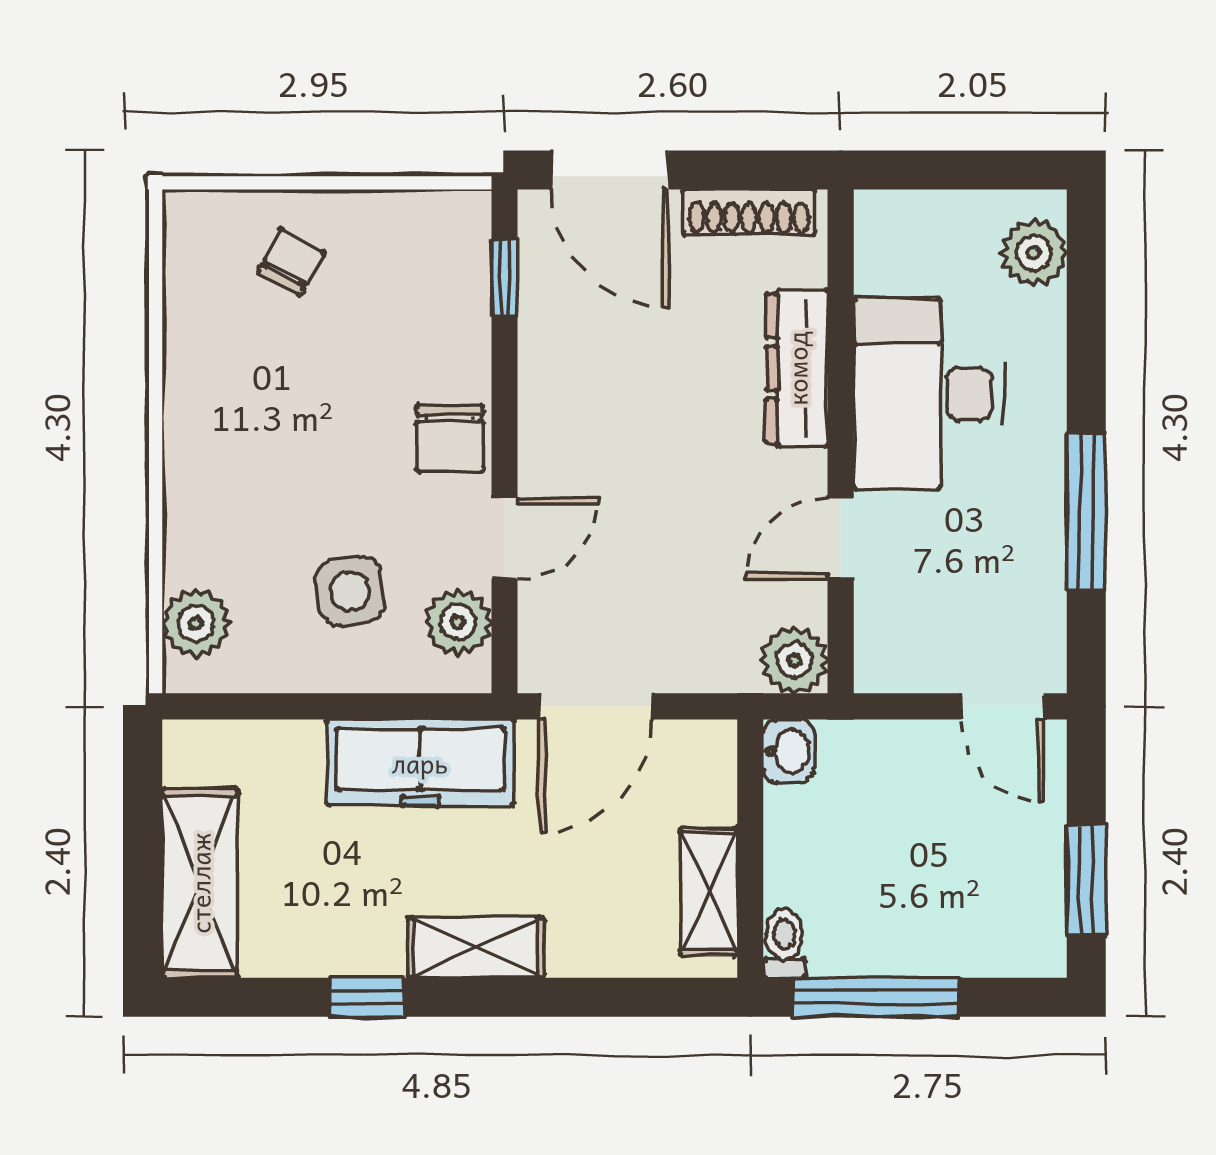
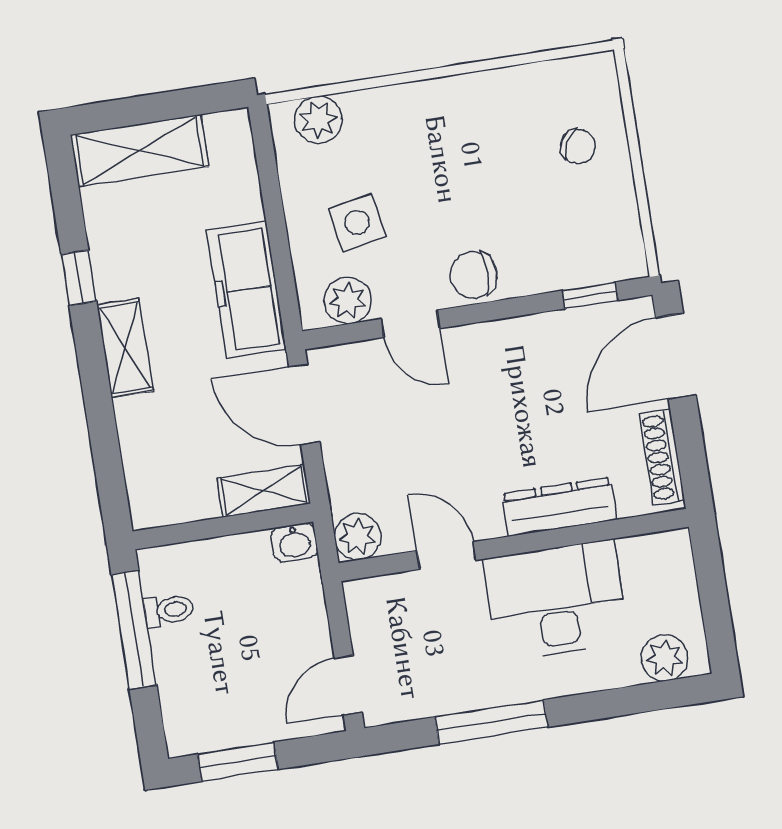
shelving: (709, 892) -> (264, 491), moved
toilet: (784, 943) -> (169, 610), moved

